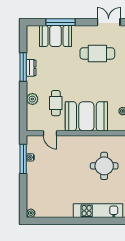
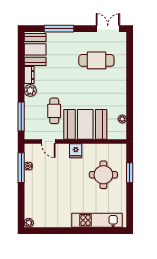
booth: (56, 36) -> (35, 49), moved, turned 90
window: (23, 67) -> (21, 116), moved
plant: (32, 99) -> (30, 90), moved
fridge: (77, 142) -> (76, 151), added

